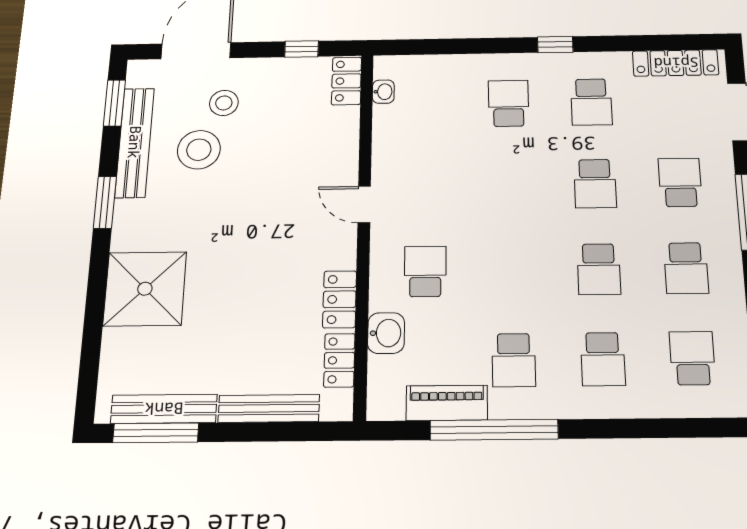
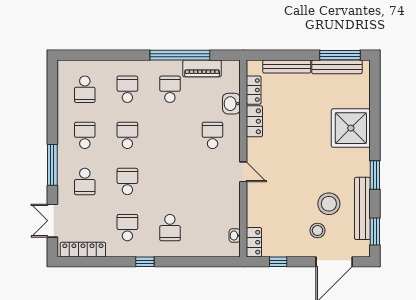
school desk: (425, 271) -> (213, 135), turned 180

